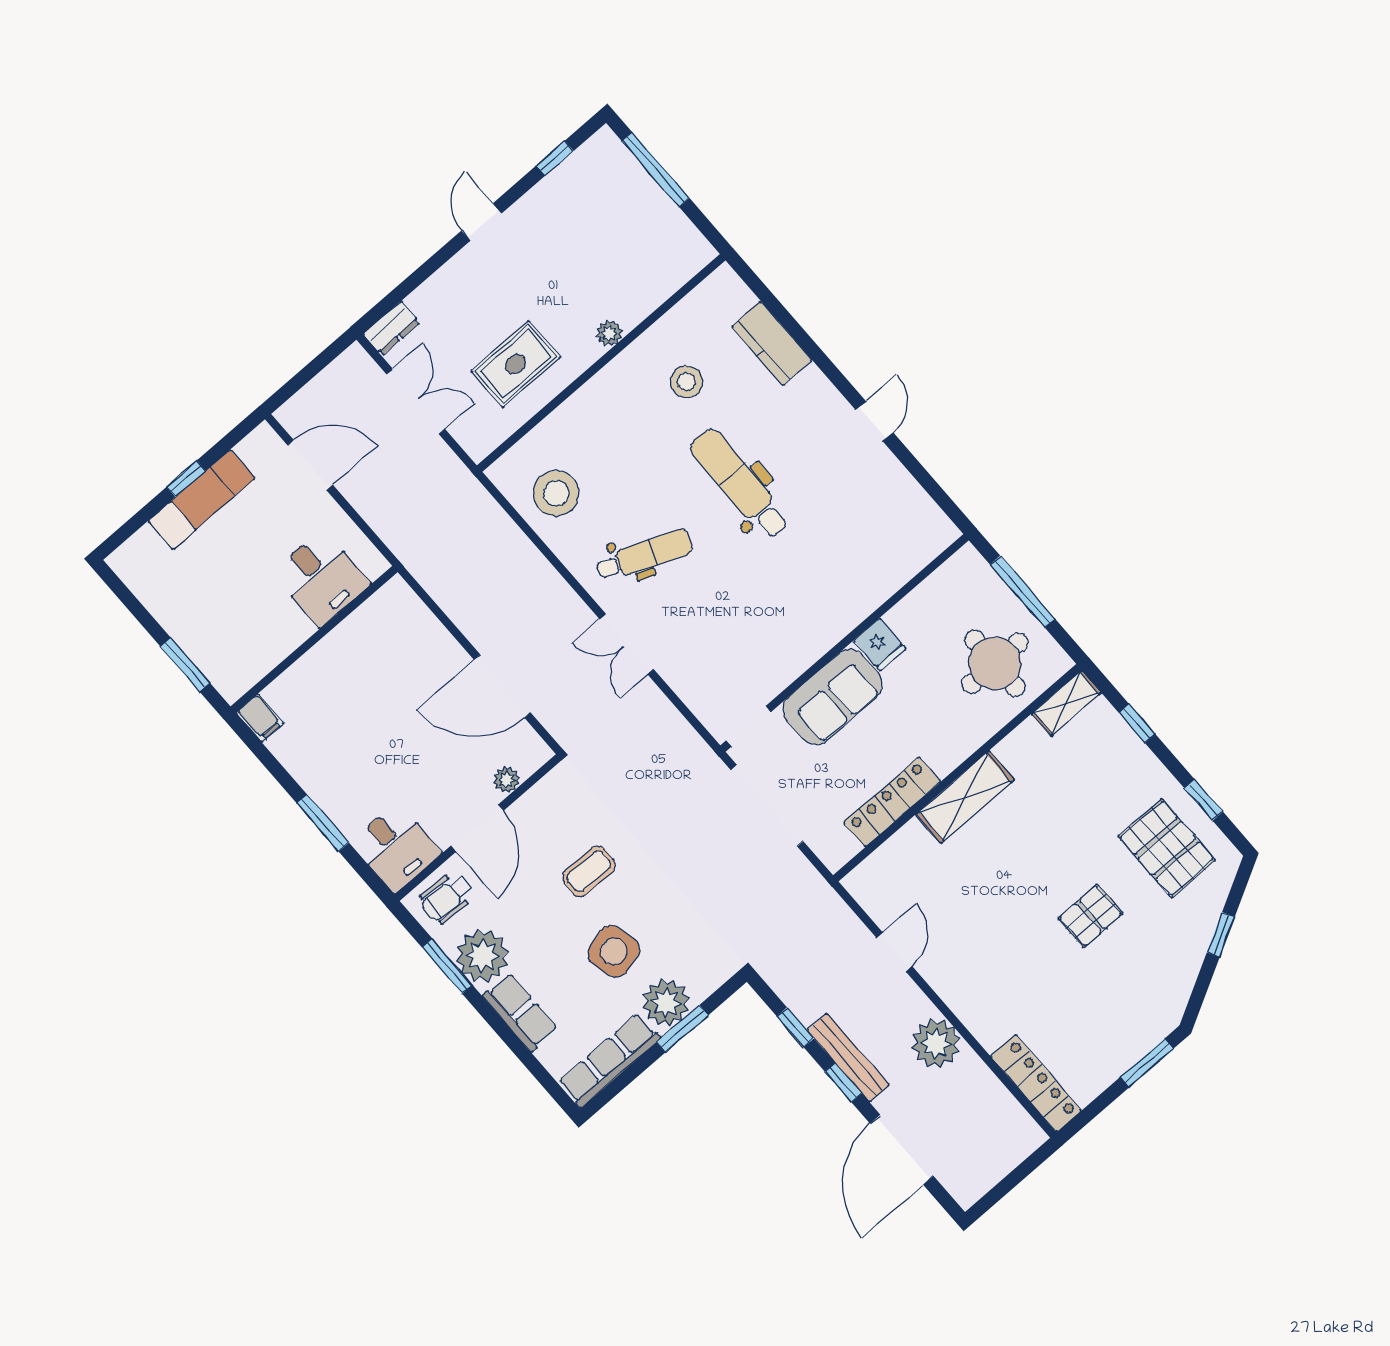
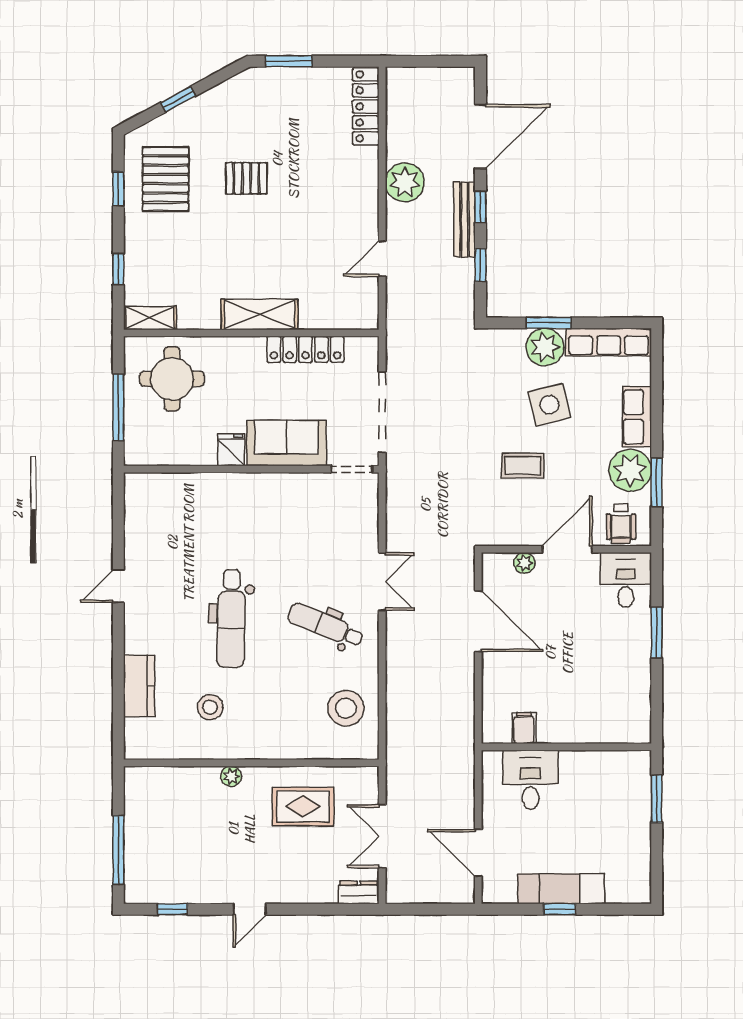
filing cabinet: (260, 718) -> (524, 728), moved
wheelchair: (447, 897) -> (621, 524), turned 87

